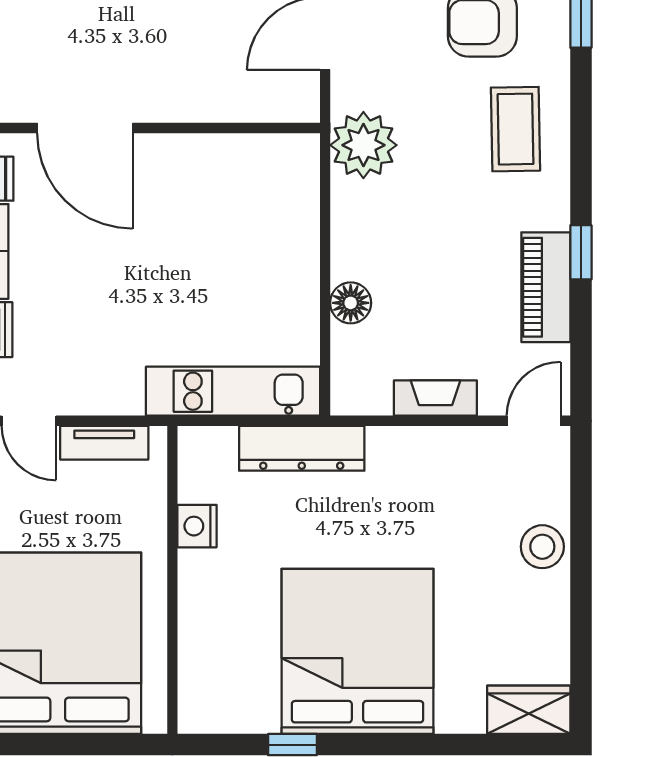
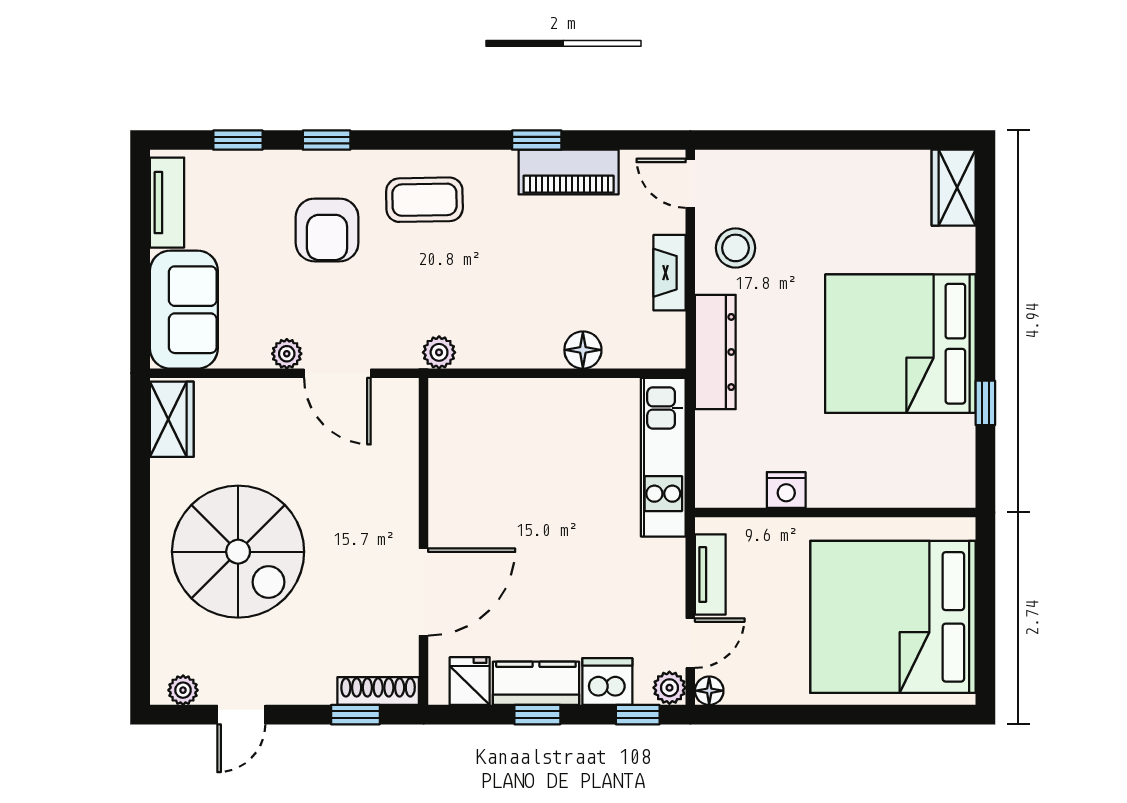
plant: (363, 145) -> (439, 352), width x0.53, depth x0.53
dresser: (302, 448) -> (715, 352), moved
stool: (542, 547) -> (736, 248), moved

